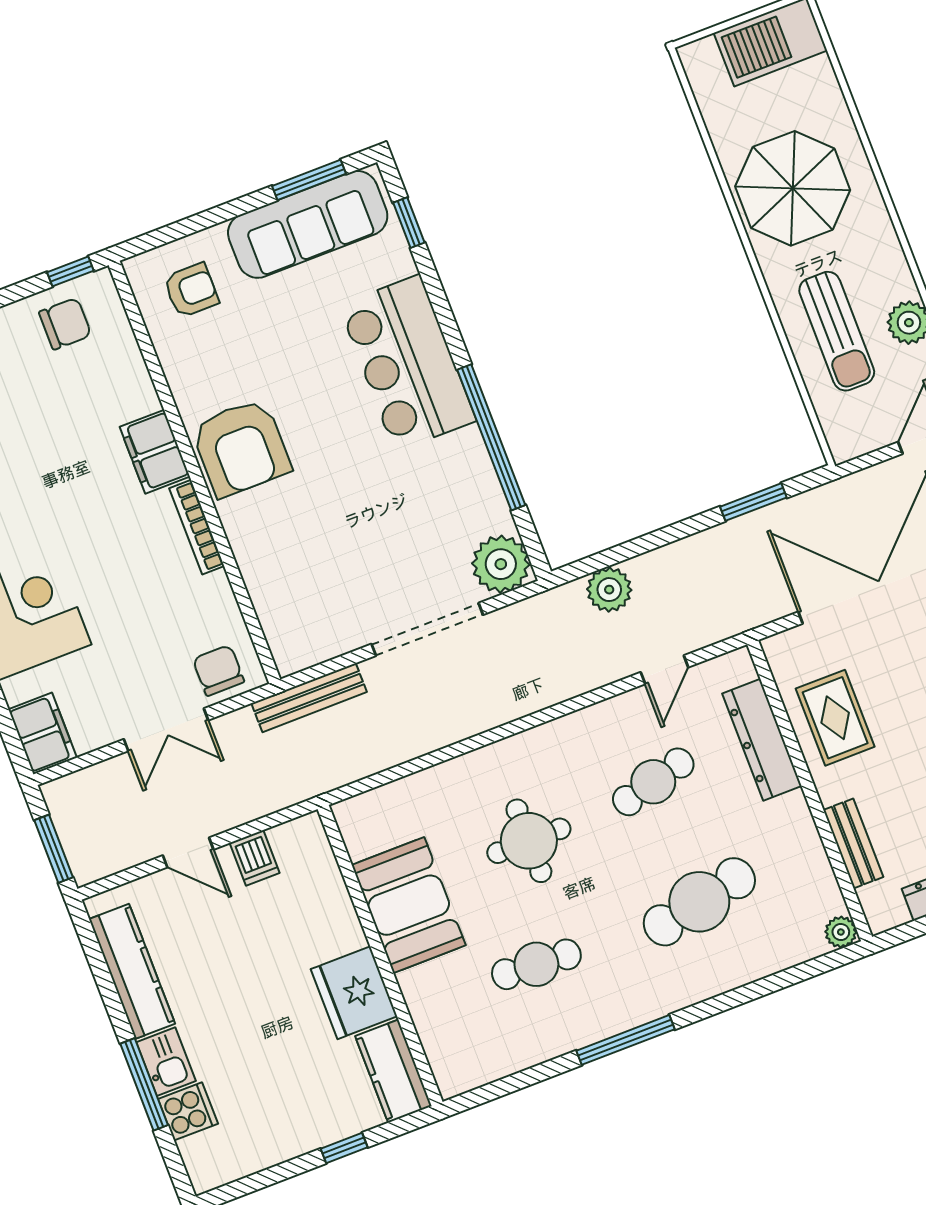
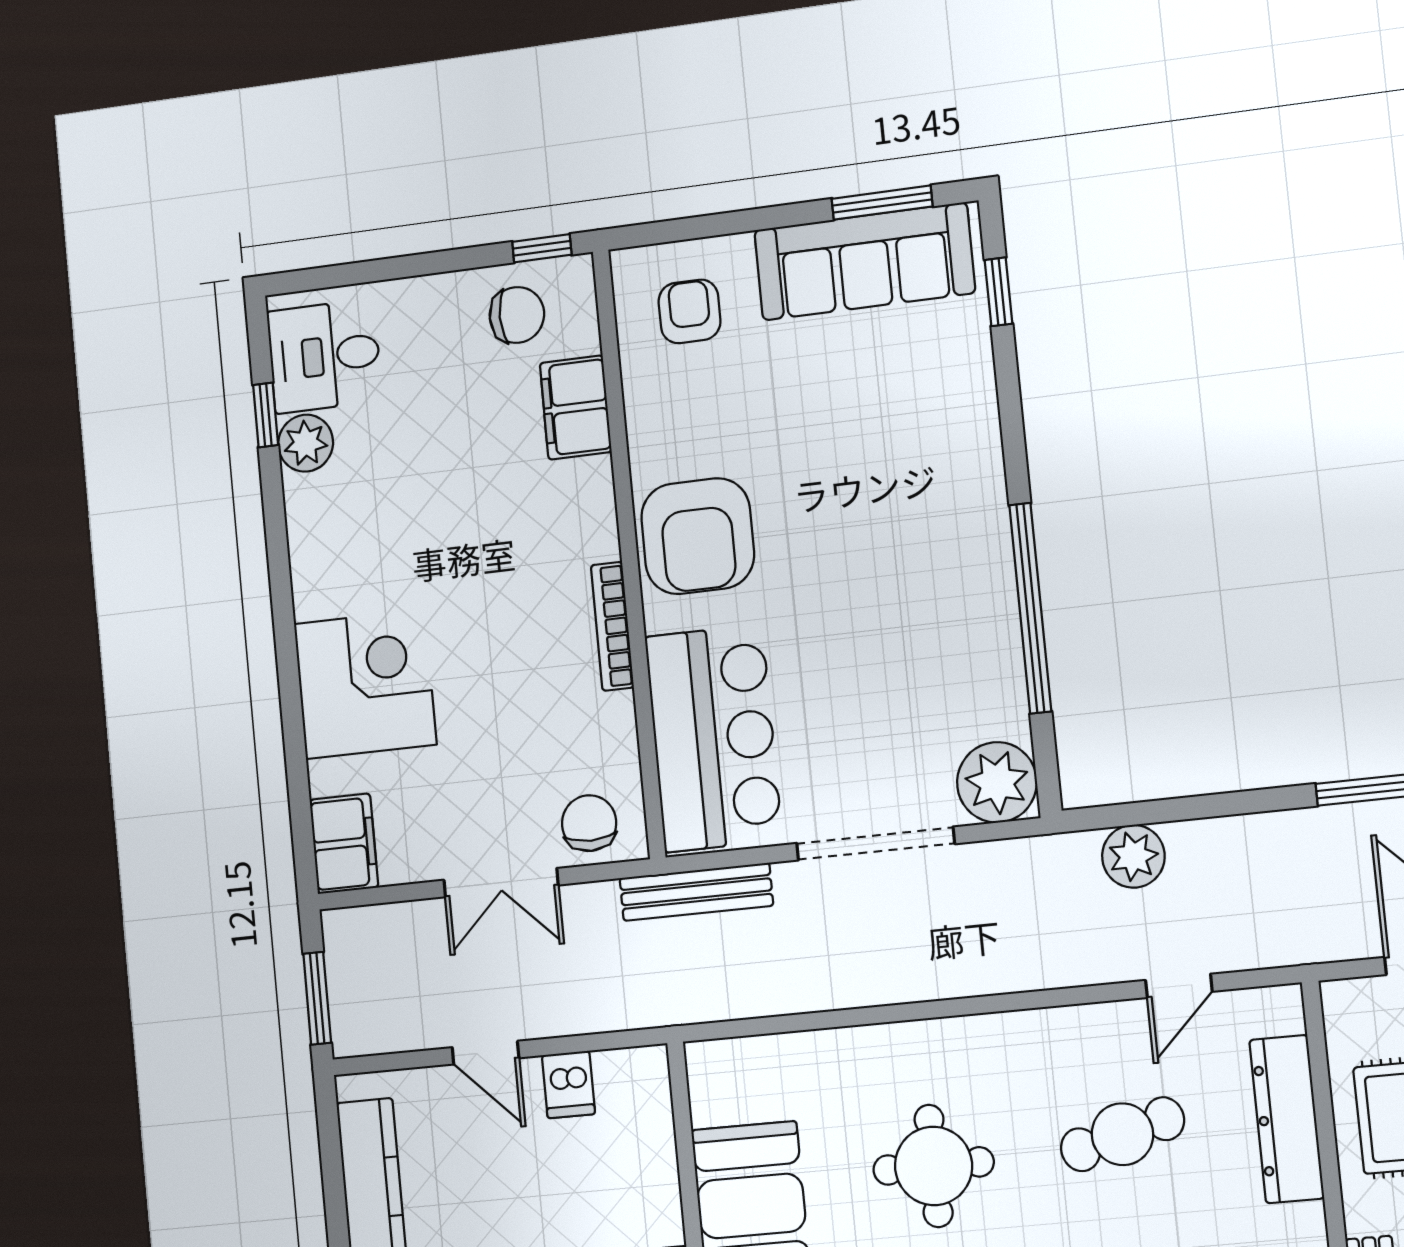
armchair: (191, 290) -> (690, 311), turned -90
bar counter: (407, 363) -> (714, 738), moved, turned 180
filing cabinet: (155, 452) -> (576, 407), moved

